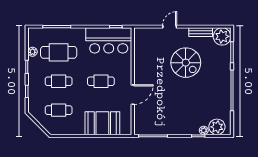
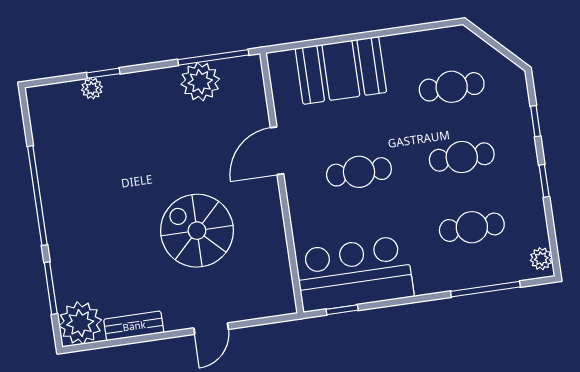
plant: (33, 52) -> (541, 259), moved
cafe table: (59, 52) -> (472, 227), width x0.73, depth x0.74
spiral stairs: (186, 63) -> (197, 231), moved
plant: (217, 127) -> (200, 82), moved

